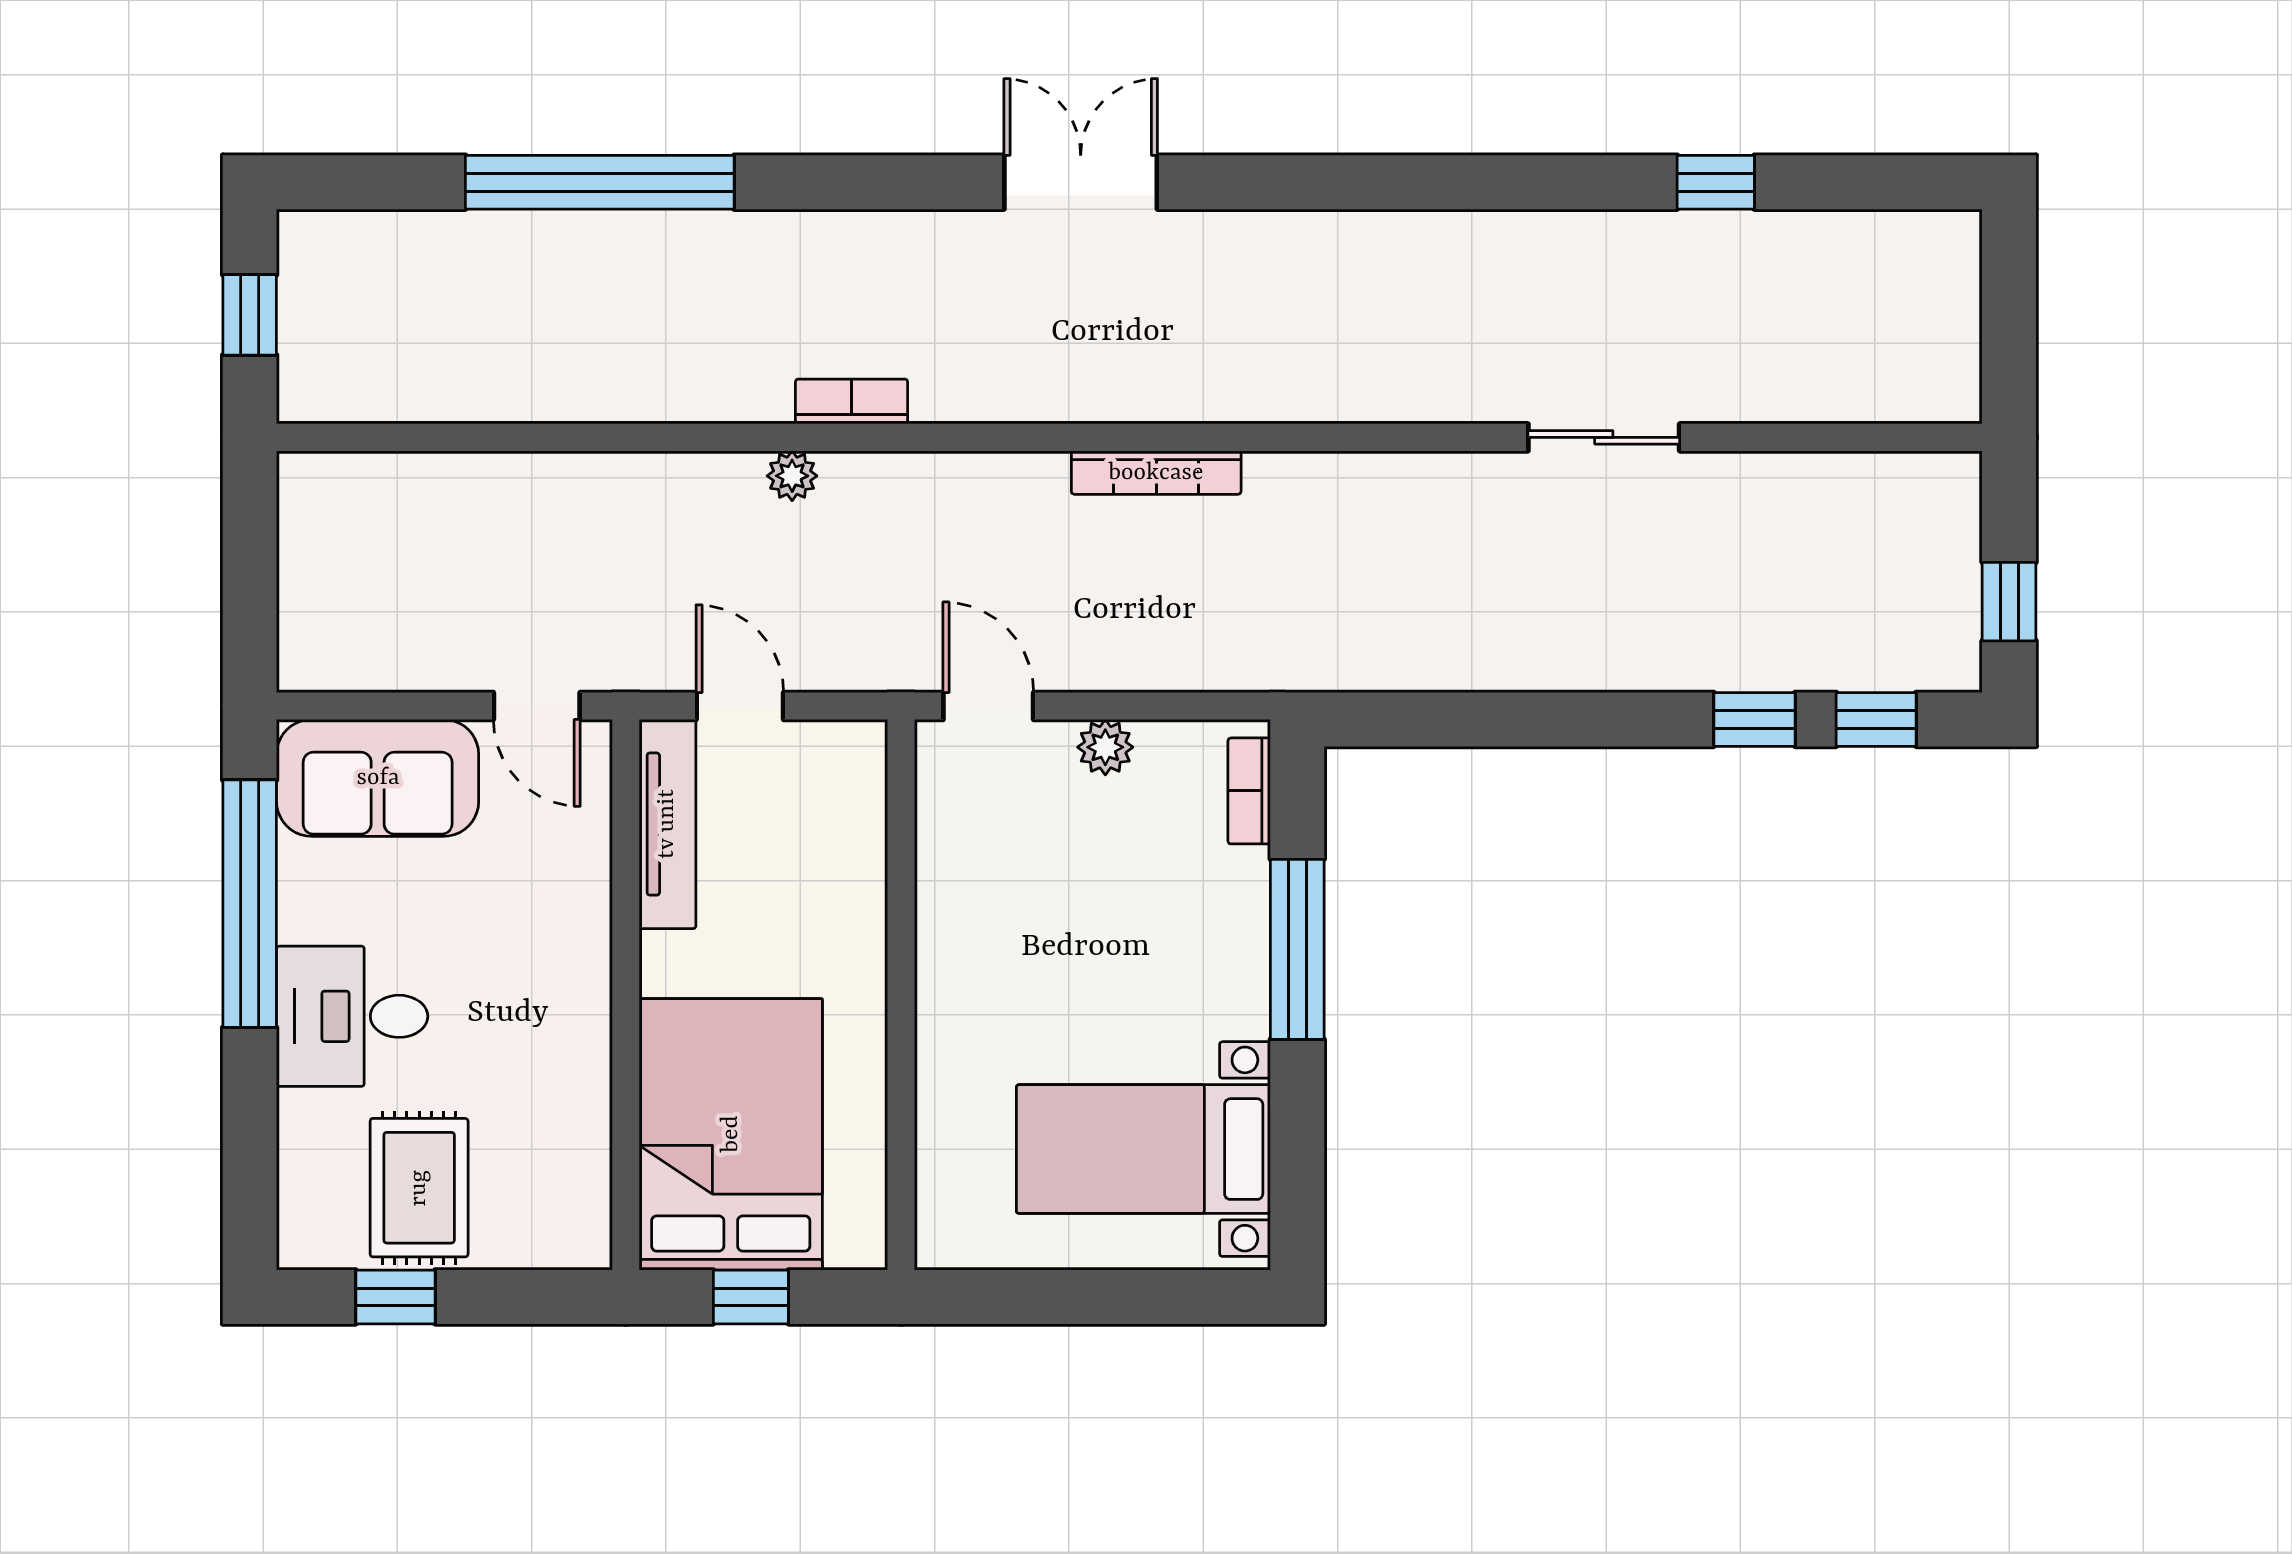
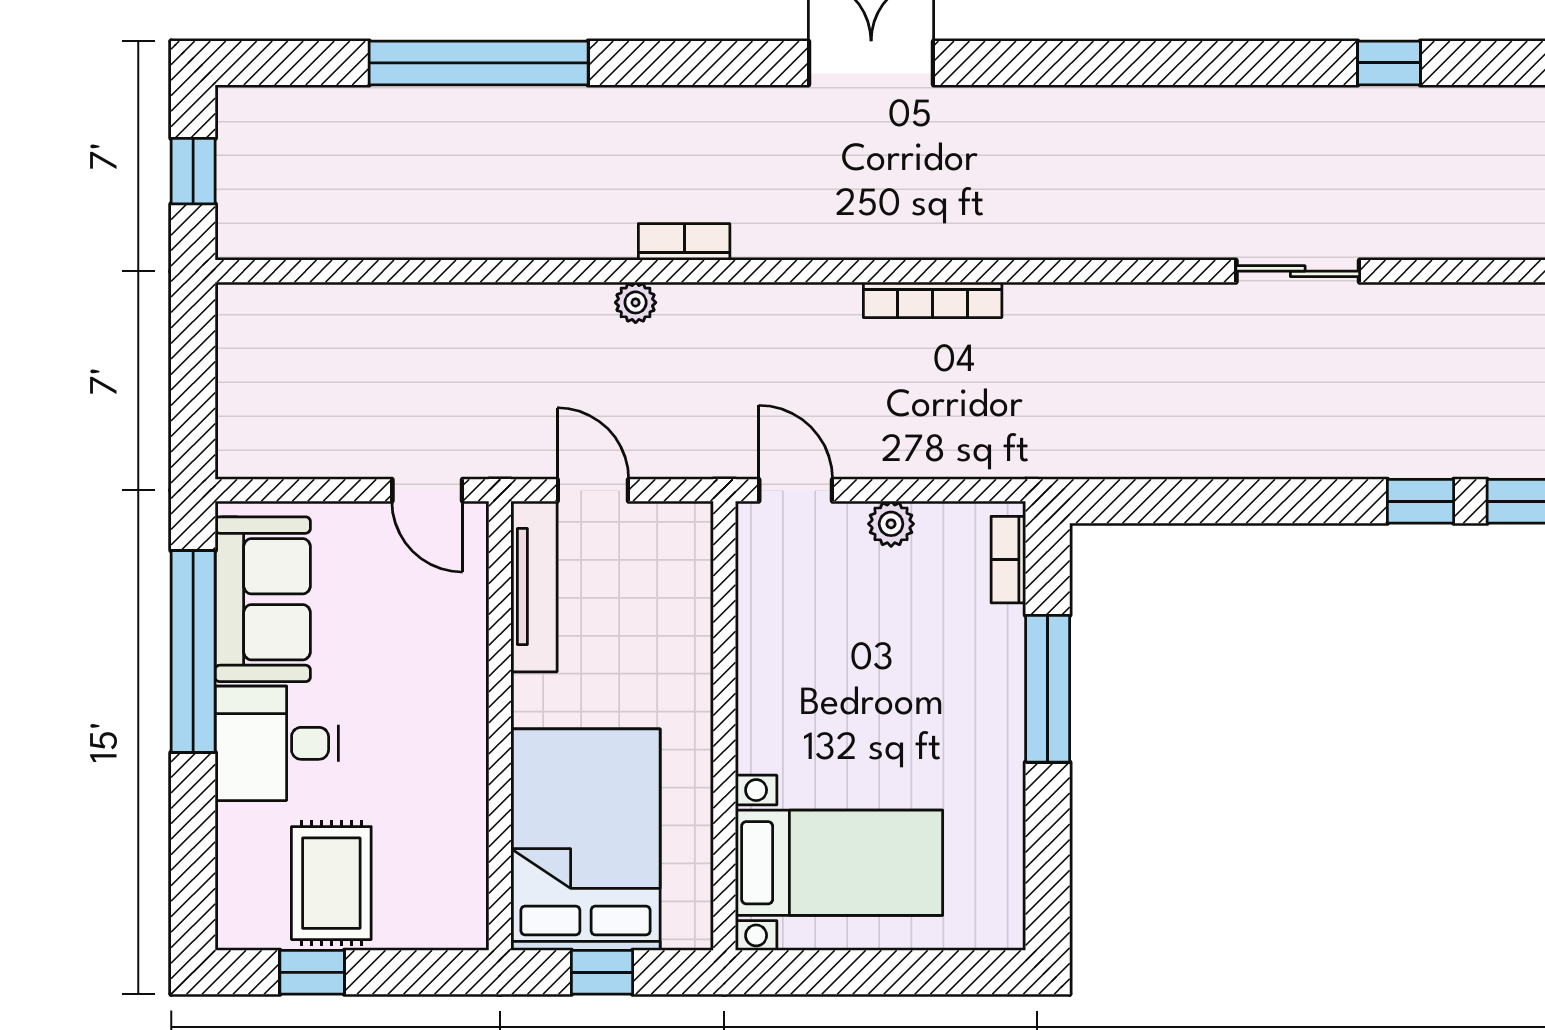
sofa: (378, 778) -> (263, 599), moved, turned -90
bed with nightstands: (1143, 1149) -> (839, 863), moved, turned 180

